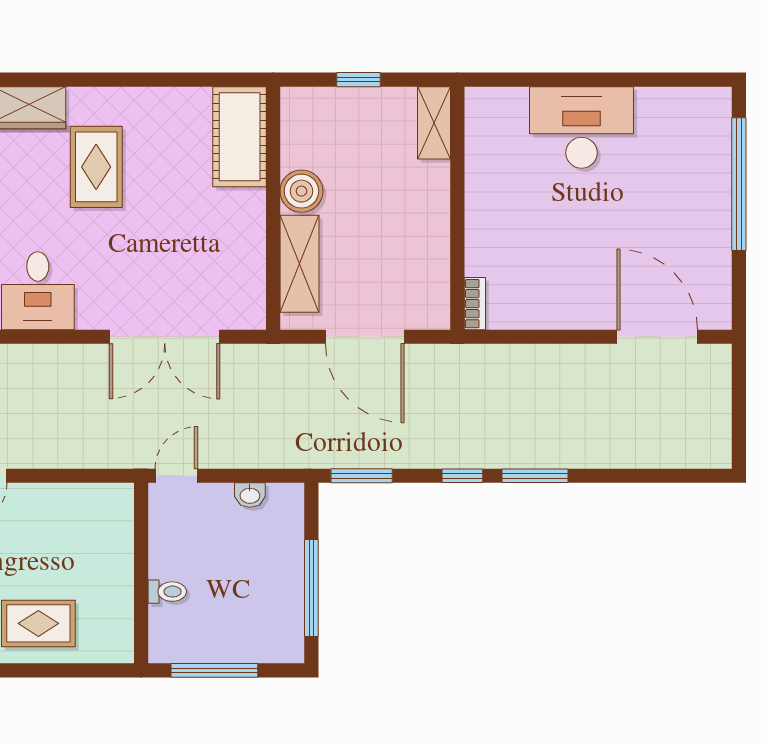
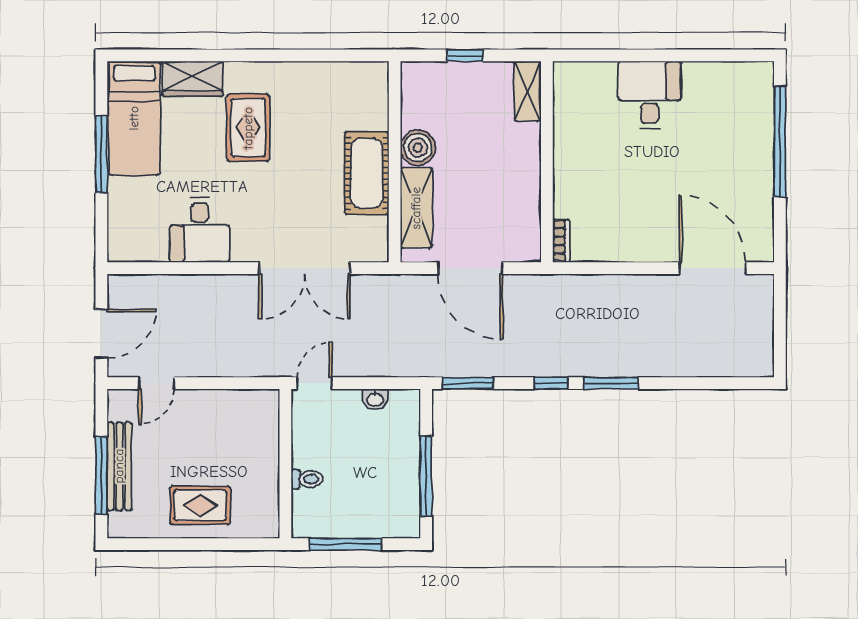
desk: (582, 127) -> (650, 95), width x0.73
cot: (240, 137) -> (367, 173), moved

